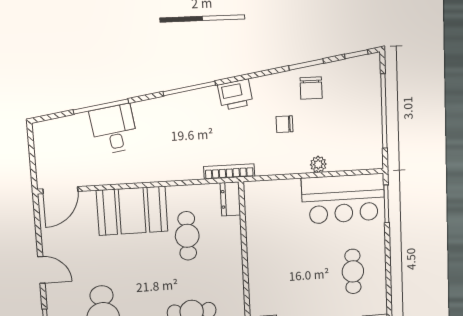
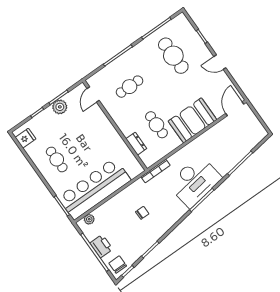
chair: (311, 88) -> (118, 265), moved
printer: (235, 95) -> (101, 246), moved, turned 99
desk: (114, 129) -> (195, 181), moved, width x1.87, depth x1.30
plant: (318, 164) -> (89, 219), moved
dresser: (230, 199) -> (136, 144), moved
bar counter: (343, 199) -> (94, 189), width x1.36

